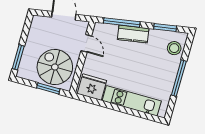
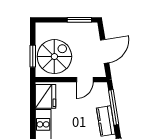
window: (18, 57) -> (79, 20), moved

